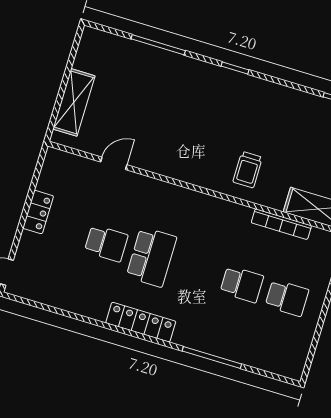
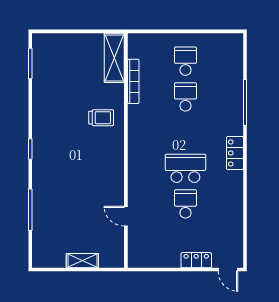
shelving: (74, 102) -> (82, 261), width x0.67, depth x0.75
locker: (38, 212) -> (196, 260), moved
locker: (141, 322) -> (235, 153), width x0.66

